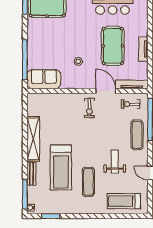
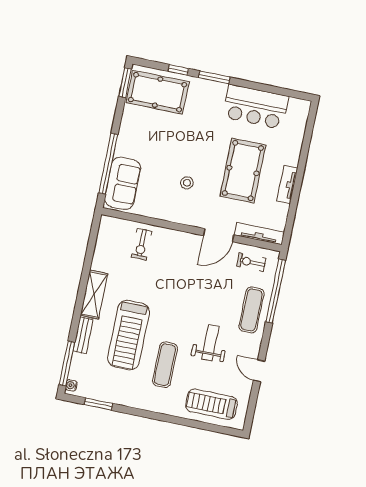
sofa: (44, 79) -> (123, 183), moved, turned 90
door: (106, 91) -> (219, 235), swing flipped
exercise bike: (89, 108) -> (142, 244), moved
shelving: (33, 139) -> (94, 295), width x0.68

